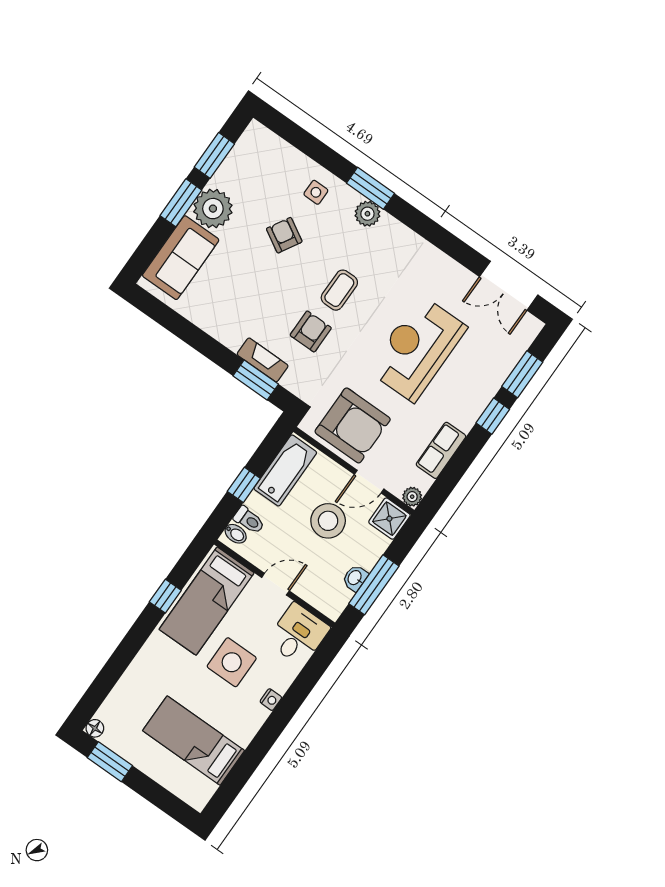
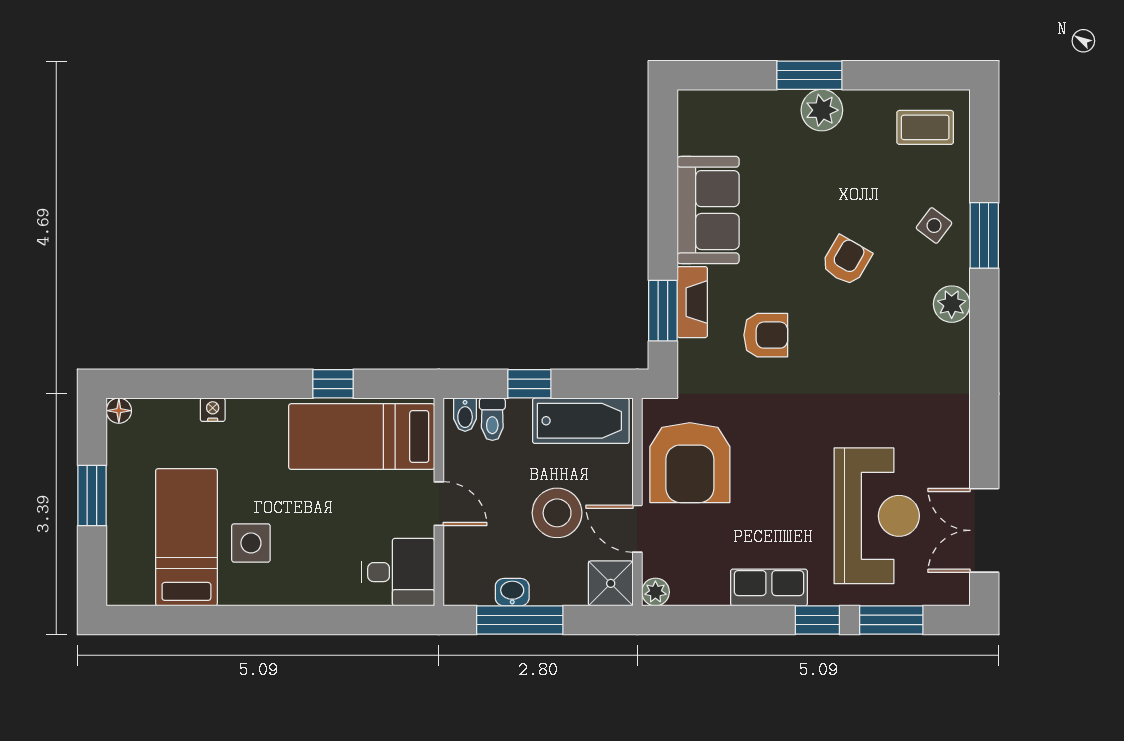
window: (214, 155) -> (893, 75), removed
window: (370, 188) -> (984, 235), moved
side table: (316, 192) -> (934, 225), turned 37
plant: (213, 209) -> (822, 110), width x0.73, depth x0.73
armchair: (284, 235) -> (846, 261), moved
sofa: (181, 258) -> (708, 210), moved, turned -90
coffee table: (339, 290) -> (925, 127), moved
reception desk: (417, 349) -> (877, 516), moved, turned 90
row of seats: (441, 450) -> (769, 587), moved
side table: (232, 662) -> (251, 543), moved, width x0.73, depth x0.73
nightstand: (271, 700) -> (213, 410), moved, turned 180
window: (110, 762) -> (92, 496), moved

